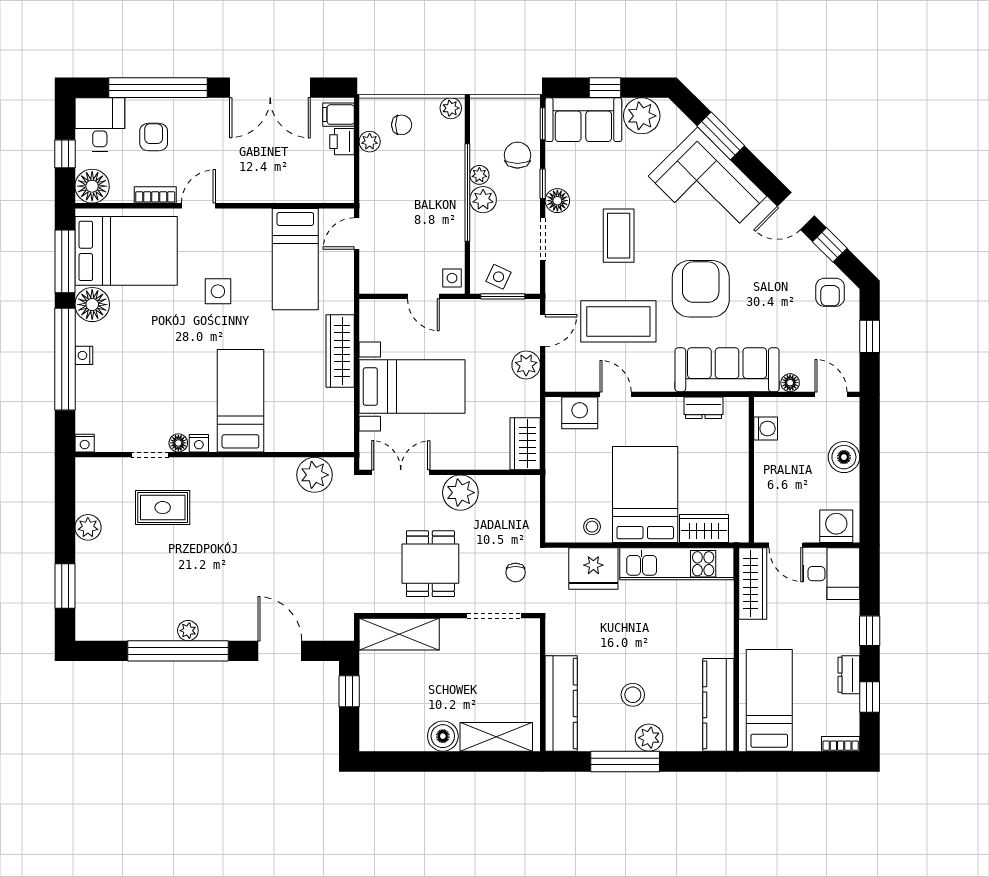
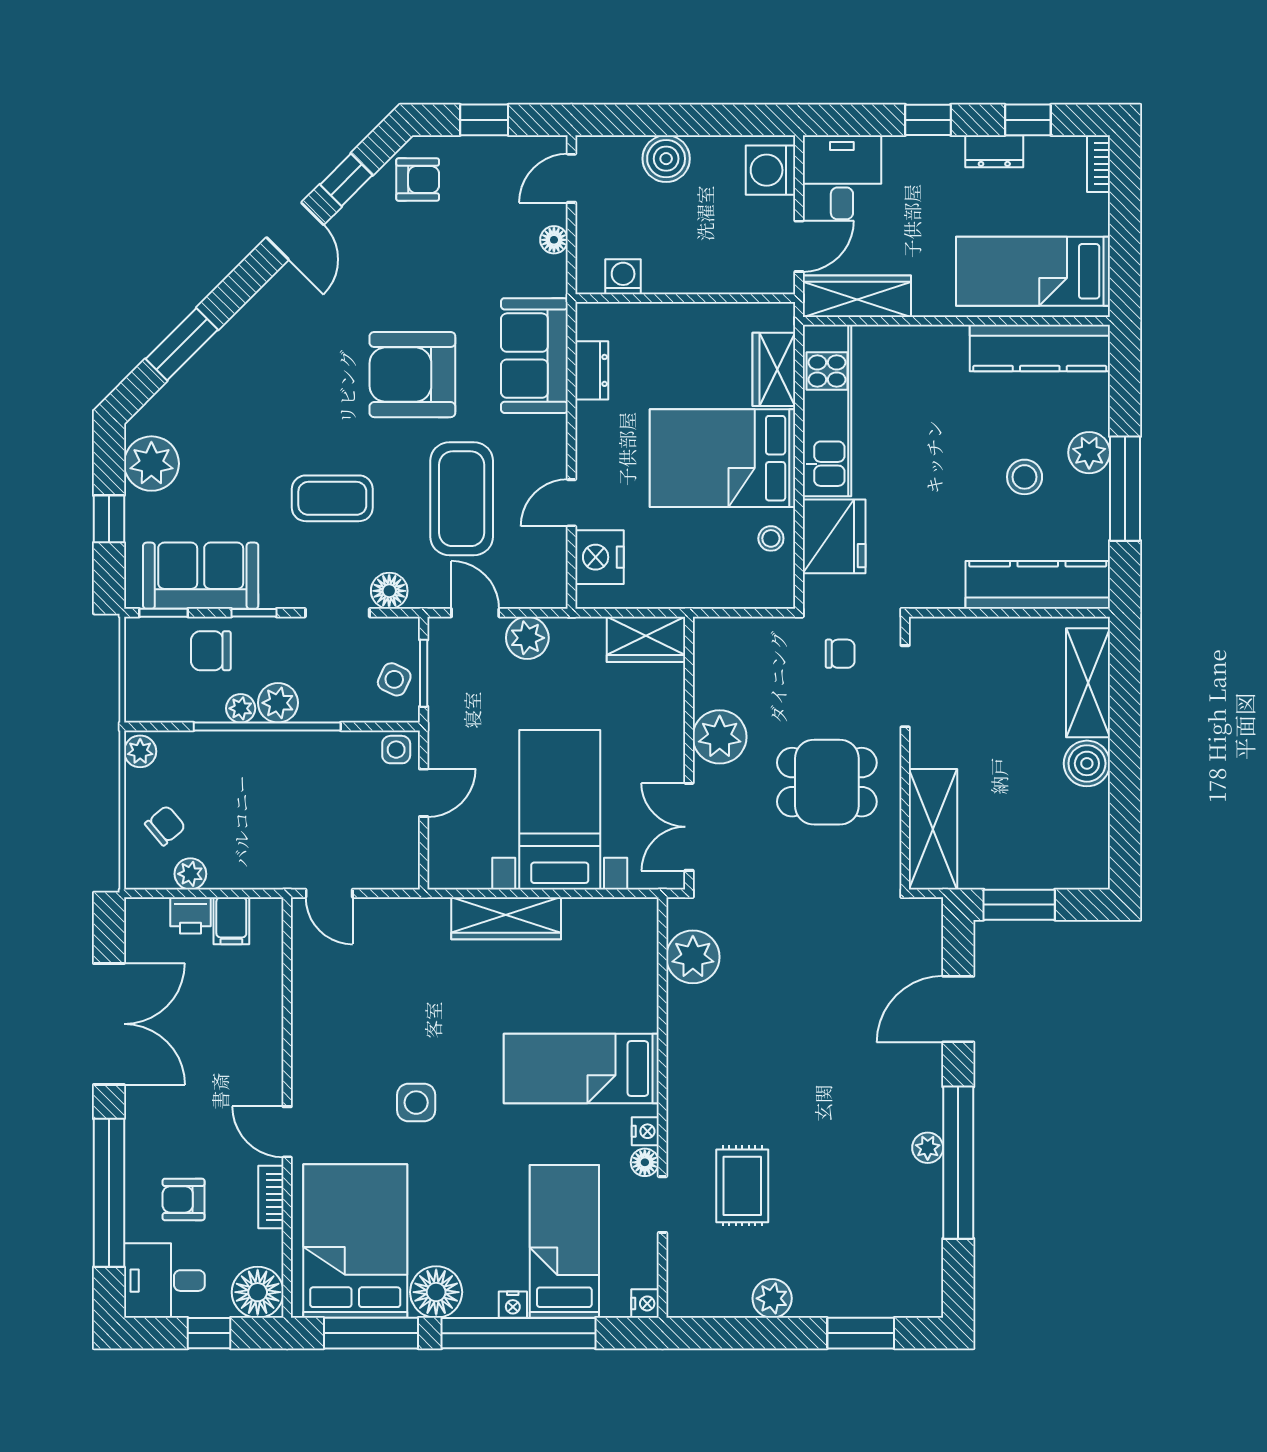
filing cabinet: (338, 115) -> (231, 921), moved
sofa: (583, 120) -> (201, 576), moved, turned -90
chair: (402, 125) -> (165, 825), turned 50
corner sofa: (707, 186) -> (258, 364), removed
floor lamp: (557, 201) -> (389, 591), moved
bed: (295, 259) -> (564, 1241), moved, turned -90
sofa: (727, 370) -> (534, 356), width x0.73
window: (349, 691) -> (1019, 905), width x1.50

